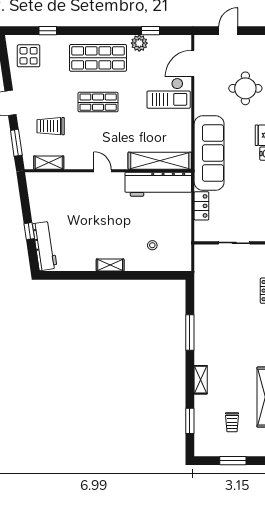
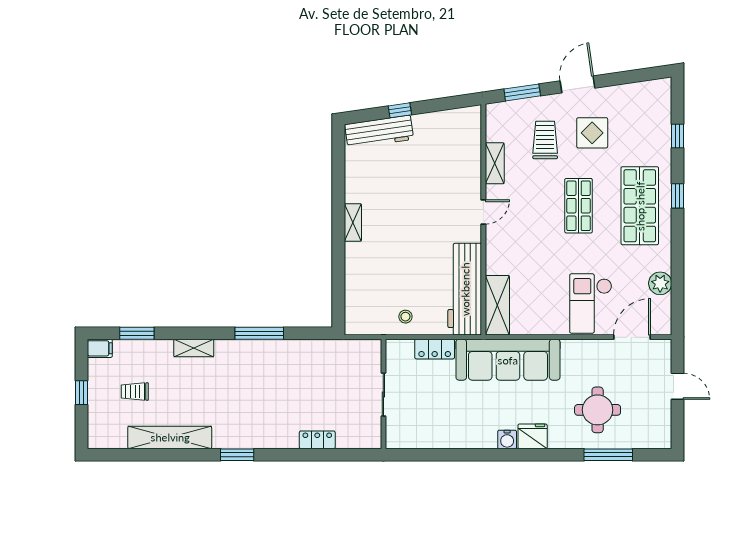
window: (150, 31) -> (678, 196), moved
plant: (139, 43) -> (660, 283), moved
display table: (29, 56) -> (592, 133), moved
door: (193, 64) -> (632, 337), hinge flipped
shelving: (160, 161) -> (497, 305), width x0.68
shelving: (49, 163) -> (495, 163), moved
stool: (152, 245) -> (405, 317), moved
filing cabinet: (201, 448) -> (100, 348), added
window: (233, 461) -> (82, 393), width x0.67

